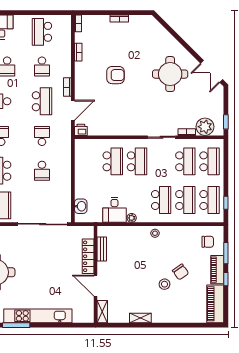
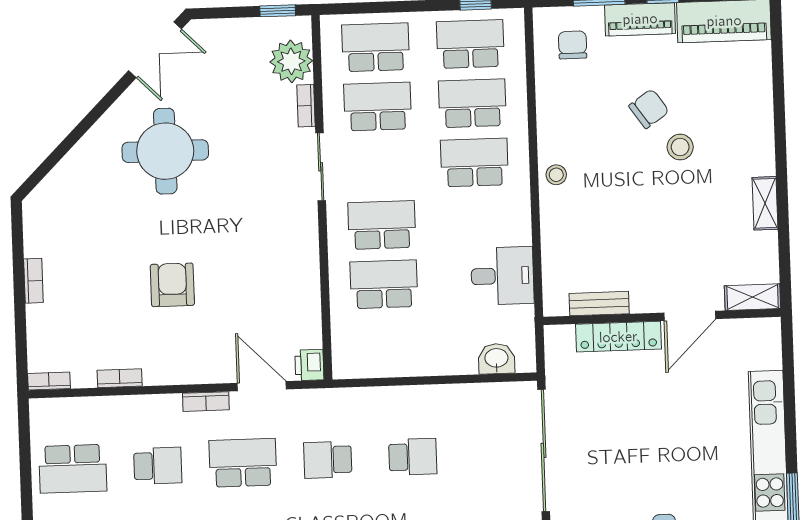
plant: (132, 218) -> (521, 233), removed

